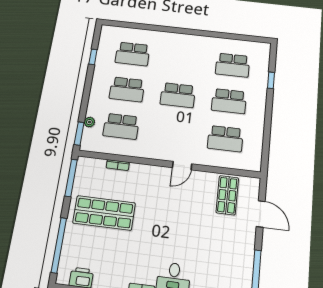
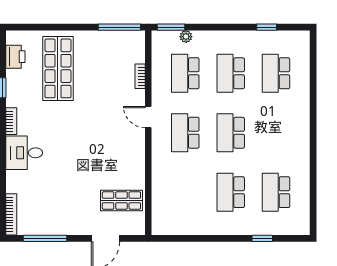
school desk: (225, 139) -> (185, 133), moved
door: (182, 166) -> (148, 117), moved
shop shelf: (104, 213) -> (58, 68), moved
window: (59, 245) -> (46, 27), removed

